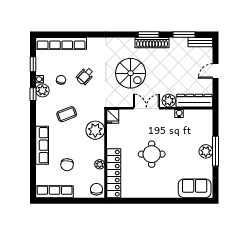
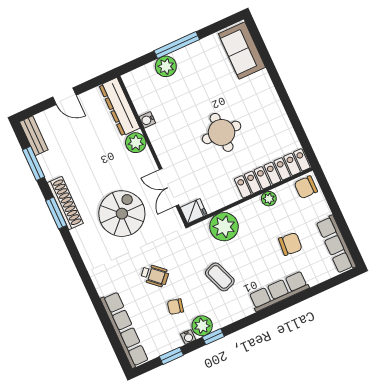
double door: (146, 108) -> (169, 187), moved
plant: (206, 151) -> (166, 66), moved

